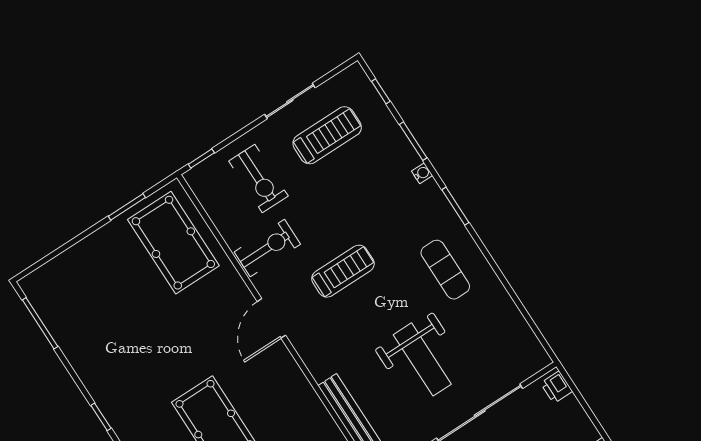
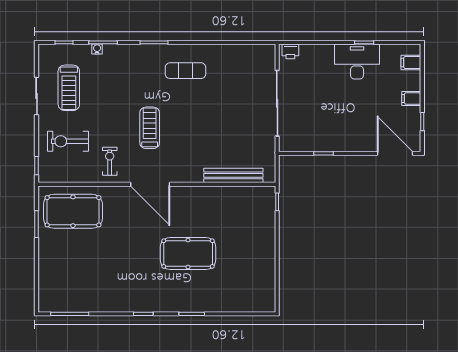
treadmill: (327, 135) -> (69, 88), turned 180
water cooler: (422, 173) -> (97, 49), moved
exercise bike: (258, 178) -> (68, 141), turned 180
exercise bike: (267, 248) -> (110, 161), width x0.73, depth x0.72
door: (271, 318) -> (150, 184), width x1.36
weight bench: (422, 359) -> (227, 116), removed

